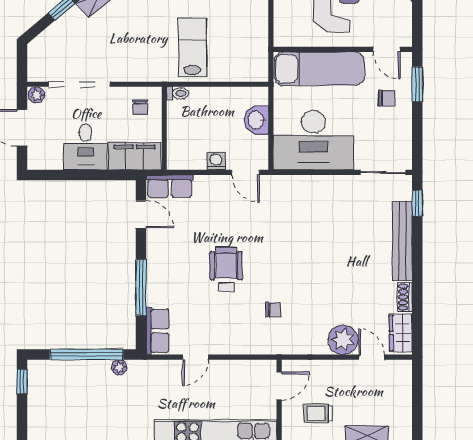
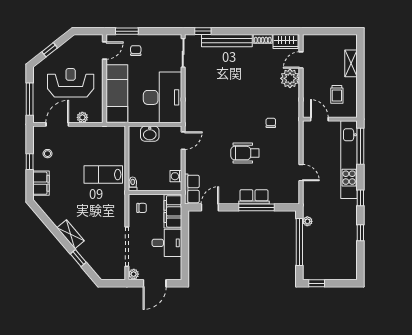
plant: (282, 15) -> (82, 117), added
washing machine: (216, 161) -> (176, 176), moved
row of seats: (158, 331) -> (254, 197), moved

